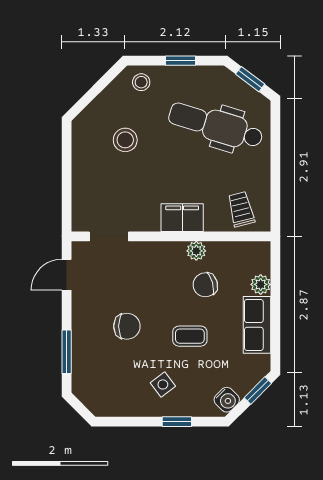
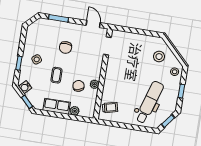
stool: (125, 140) -> (159, 57), moved
filing cabinet: (182, 218) -> (110, 80), removed

